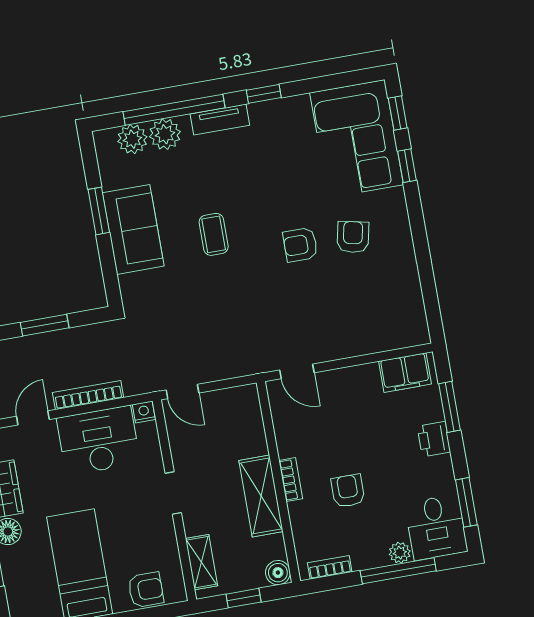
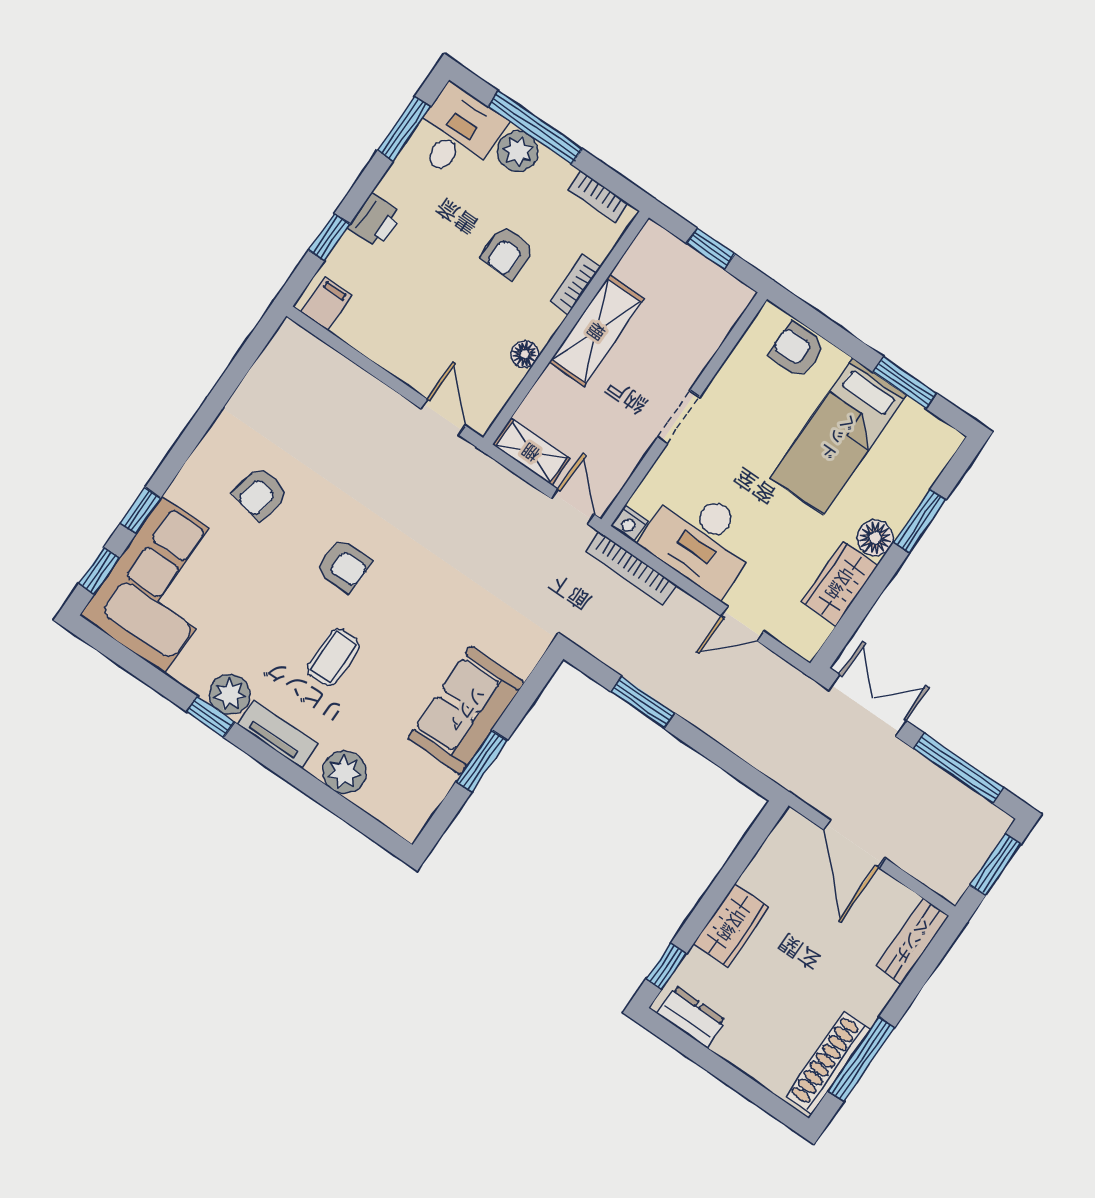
window: (174, 110) -> (312, 787), removed
plant: (132, 139) -> (230, 694), moved
coffee table: (214, 234) -> (333, 657), moved
armchair: (300, 245) -> (344, 566), moved
filing cabinet: (405, 373) -> (326, 303), width x0.50
bookcase: (88, 395) -> (631, 568), moved
window: (450, 407) -> (329, 237), width x0.67
floor lamp: (287, 447) -> (525, 354), added
bookcase: (291, 480) -> (575, 284), moved
plant: (400, 553) -> (518, 151), width x1.38, depth x1.38
shelving: (201, 562) -> (531, 452), moved, turned 90
boiler: (278, 573) -> (653, 241), removed

